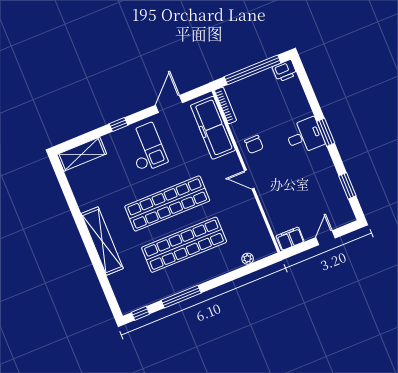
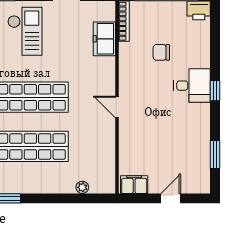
freezer: (213, 128) -> (104, 39), width x0.52, depth x0.79
window: (326, 132) -> (215, 91), width x0.67
chair: (254, 144) -> (161, 52), moved, turned 90

